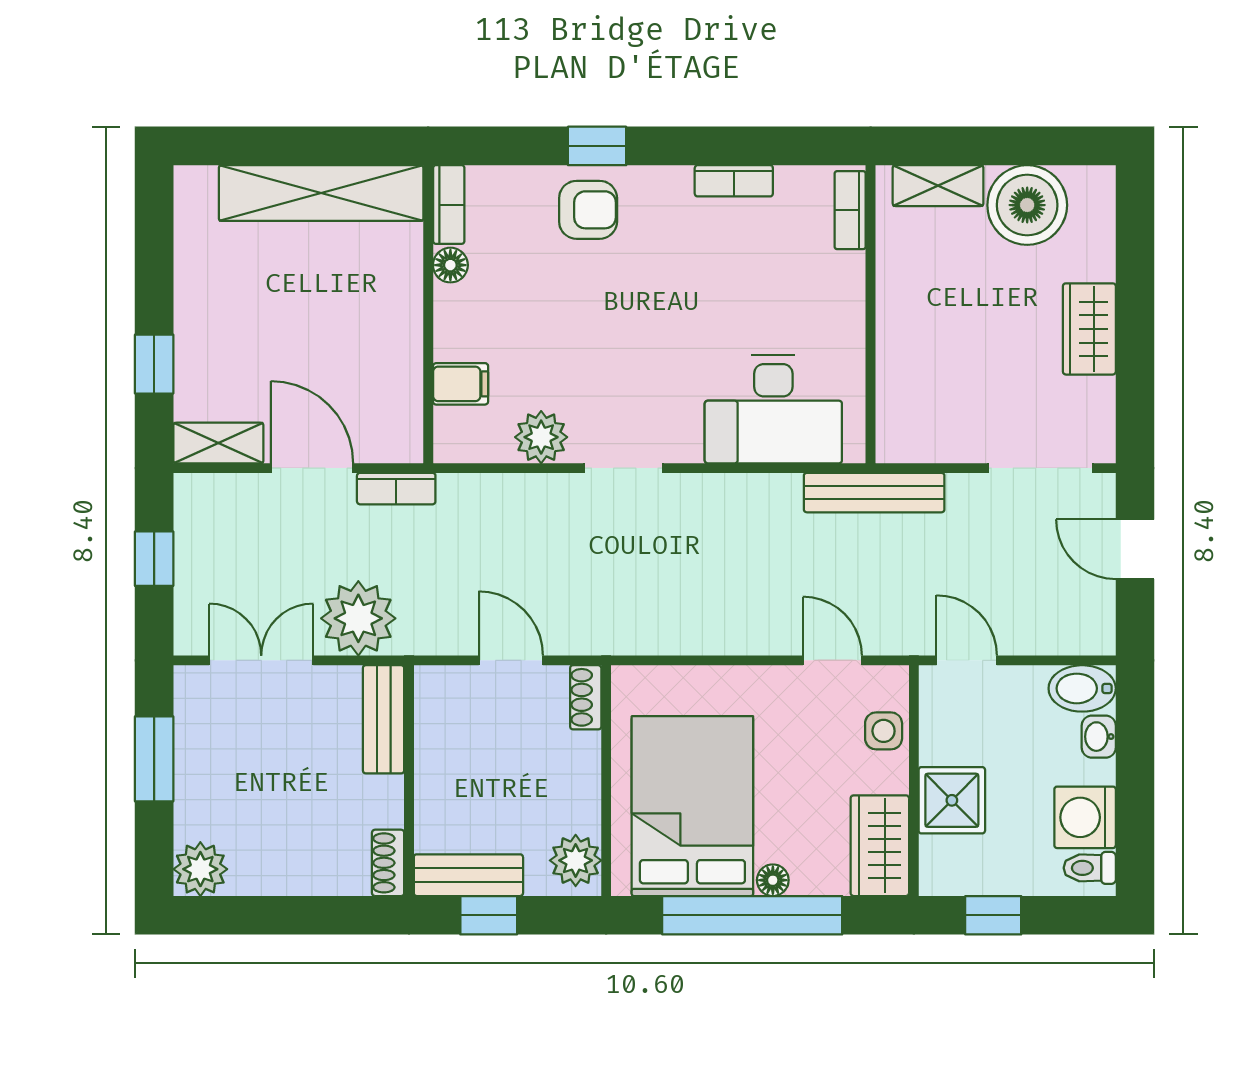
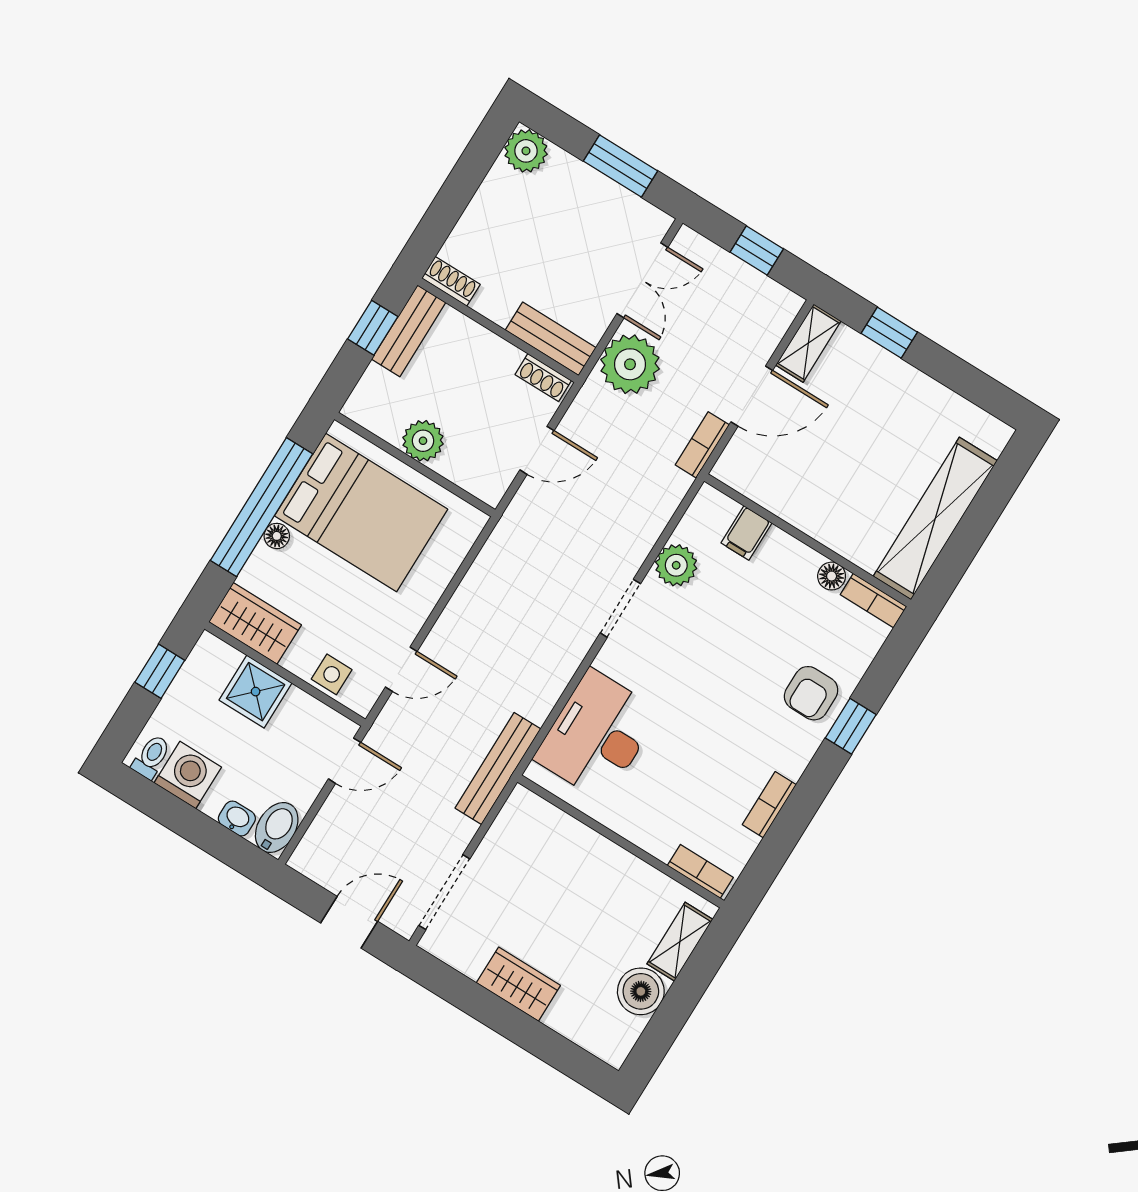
boiler: (1027, 205) -> (641, 991), width x0.73, depth x0.73
shoe rack: (586, 697) -> (543, 378), moved, turned 180
plant: (576, 860) -> (423, 441), moved

